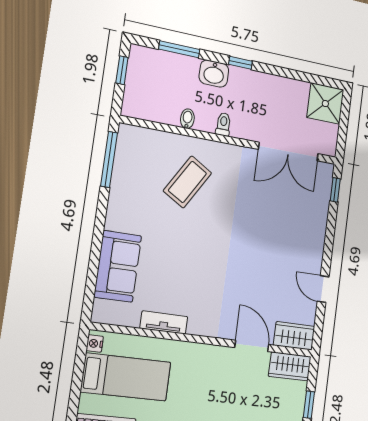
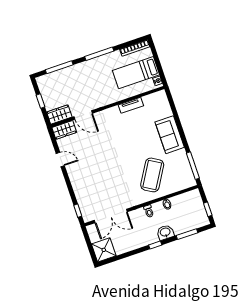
double door: (288, 152) -> (111, 216), swing flipped
coffee table: (187, 182) -> (152, 175), width x1.36, depth x1.32
sofa: (118, 266) -> (170, 135), moved

